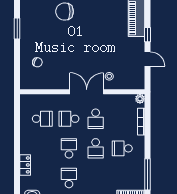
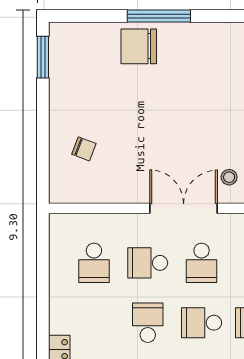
window: (17, 28) -> (43, 57), moved
school desk: (42, 119) -> (94, 263), turned 90
school desk: (96, 148) -> (202, 323), turned 90

